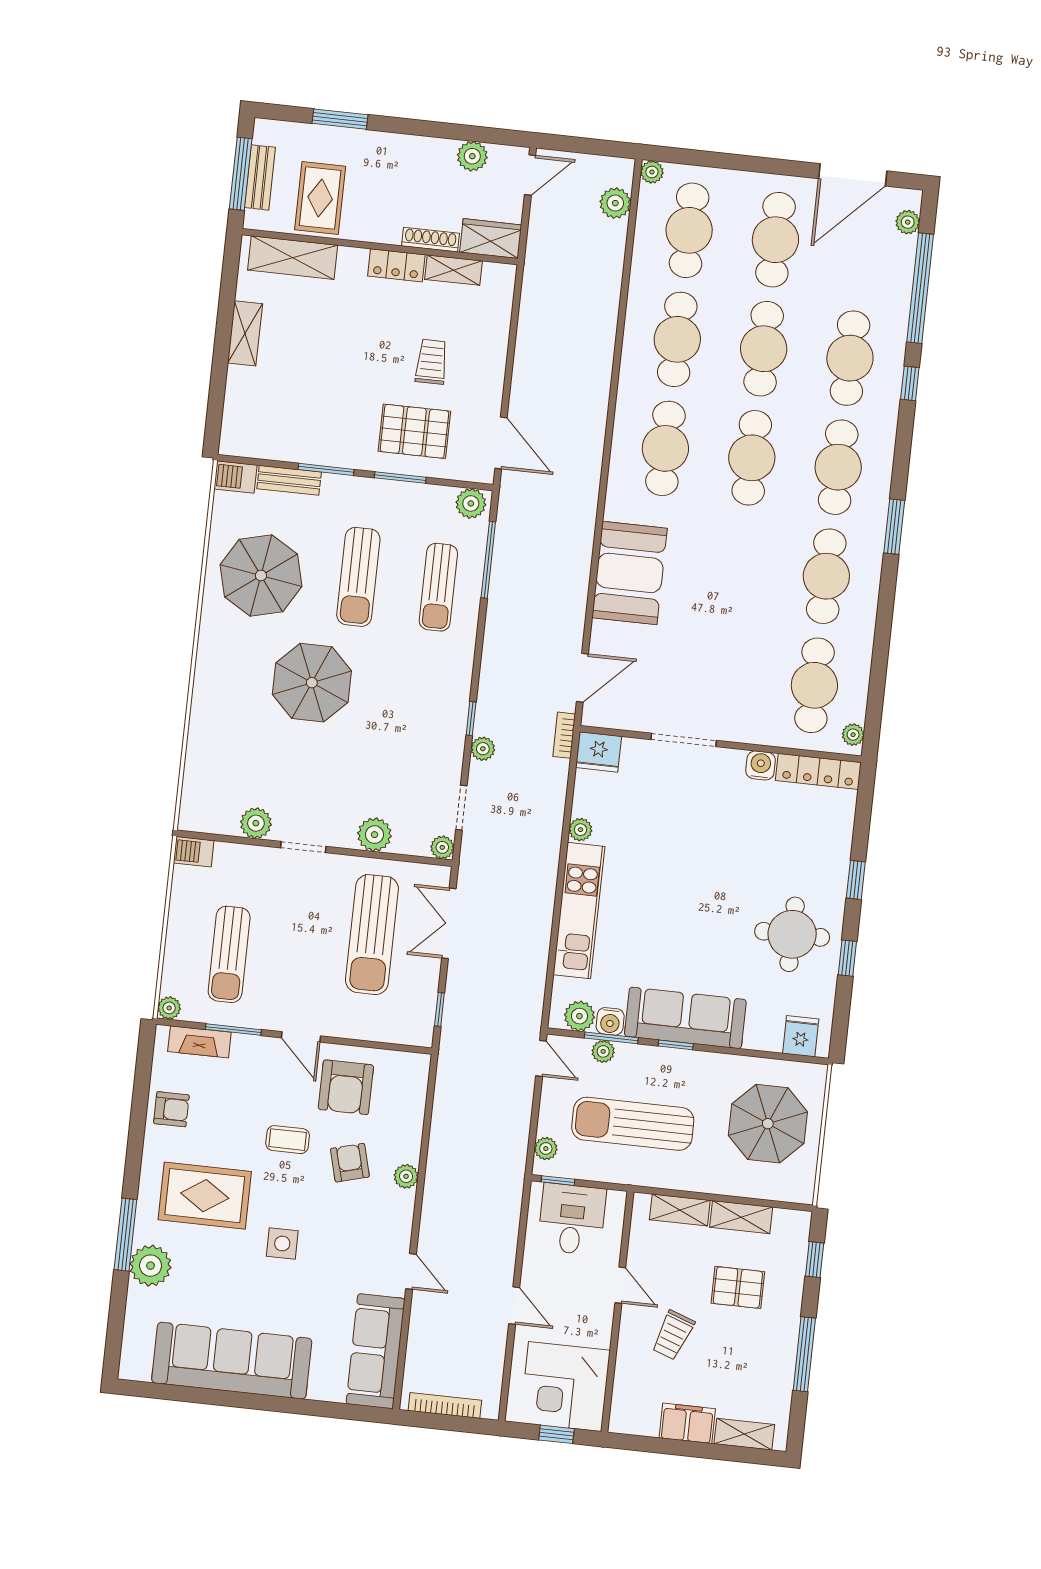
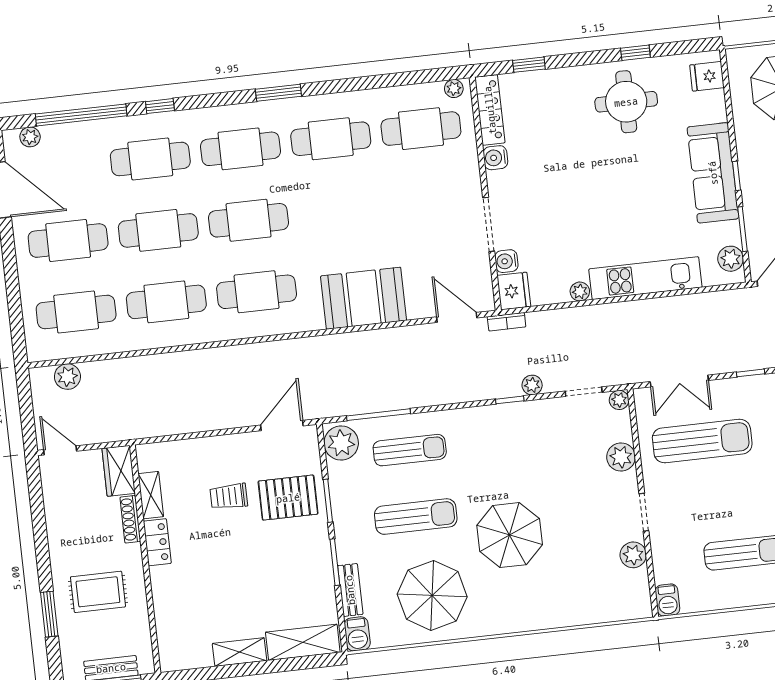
plant: (472, 156) -> (55, 501), removed
plant: (652, 172) -> (36, 353), removed
rug: (320, 198) -> (98, 592), moved
shelving: (293, 258) -> (303, 642), moved, turned 90
pallet: (414, 431) -> (288, 498), turned 90
plant: (471, 503) -> (341, 443), width x1.36, depth x1.36
window: (856, 880) -> (529, 65), moved
water cooler: (610, 1021) -> (506, 261), moved, turned 180
plant: (603, 1051) -> (755, 233), removed

